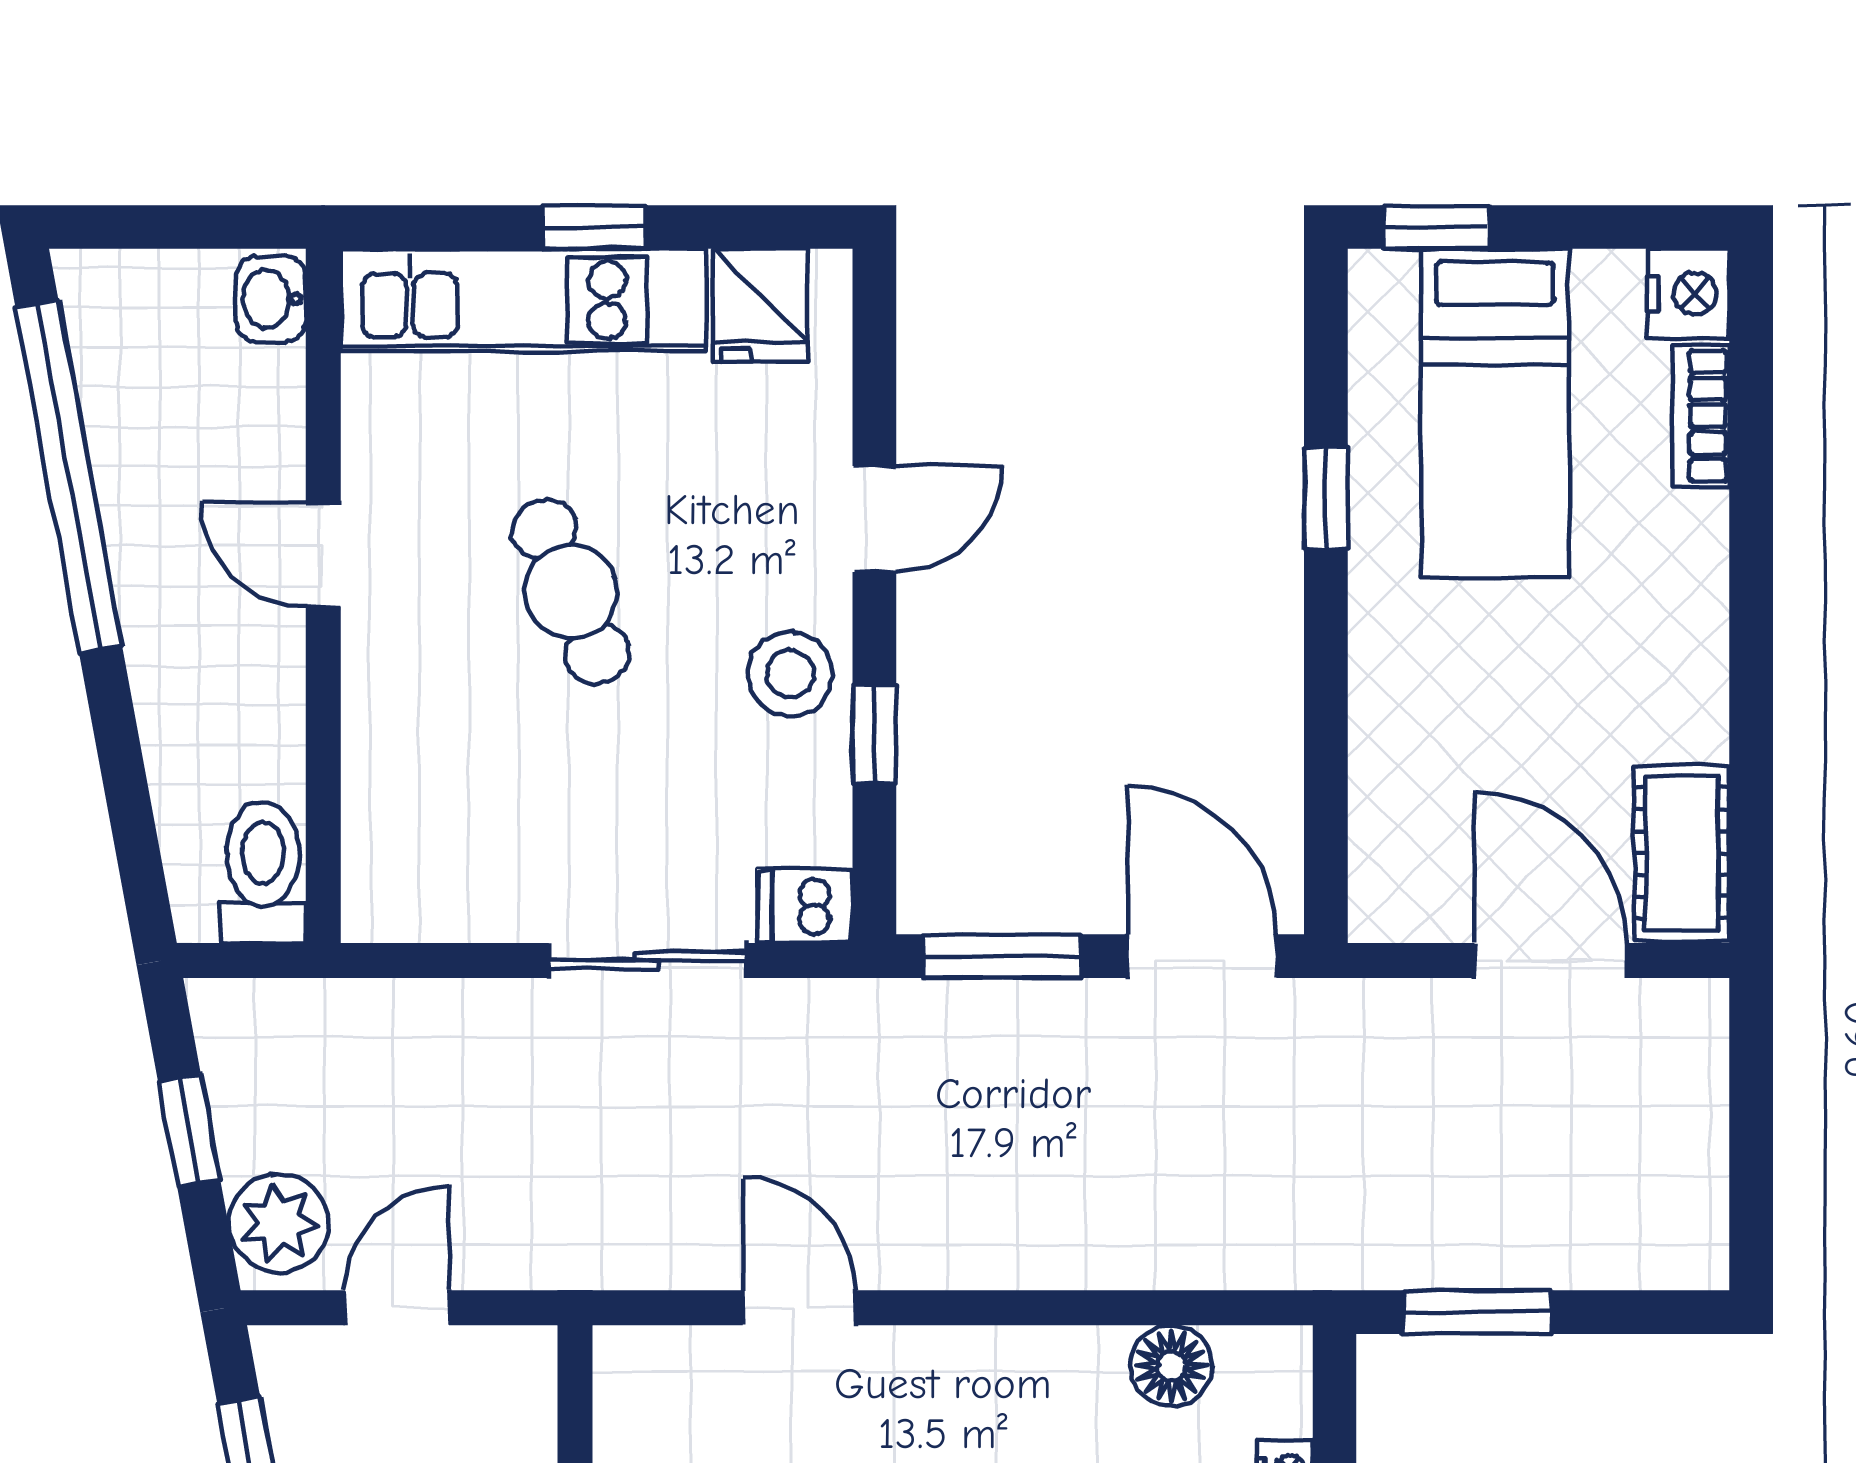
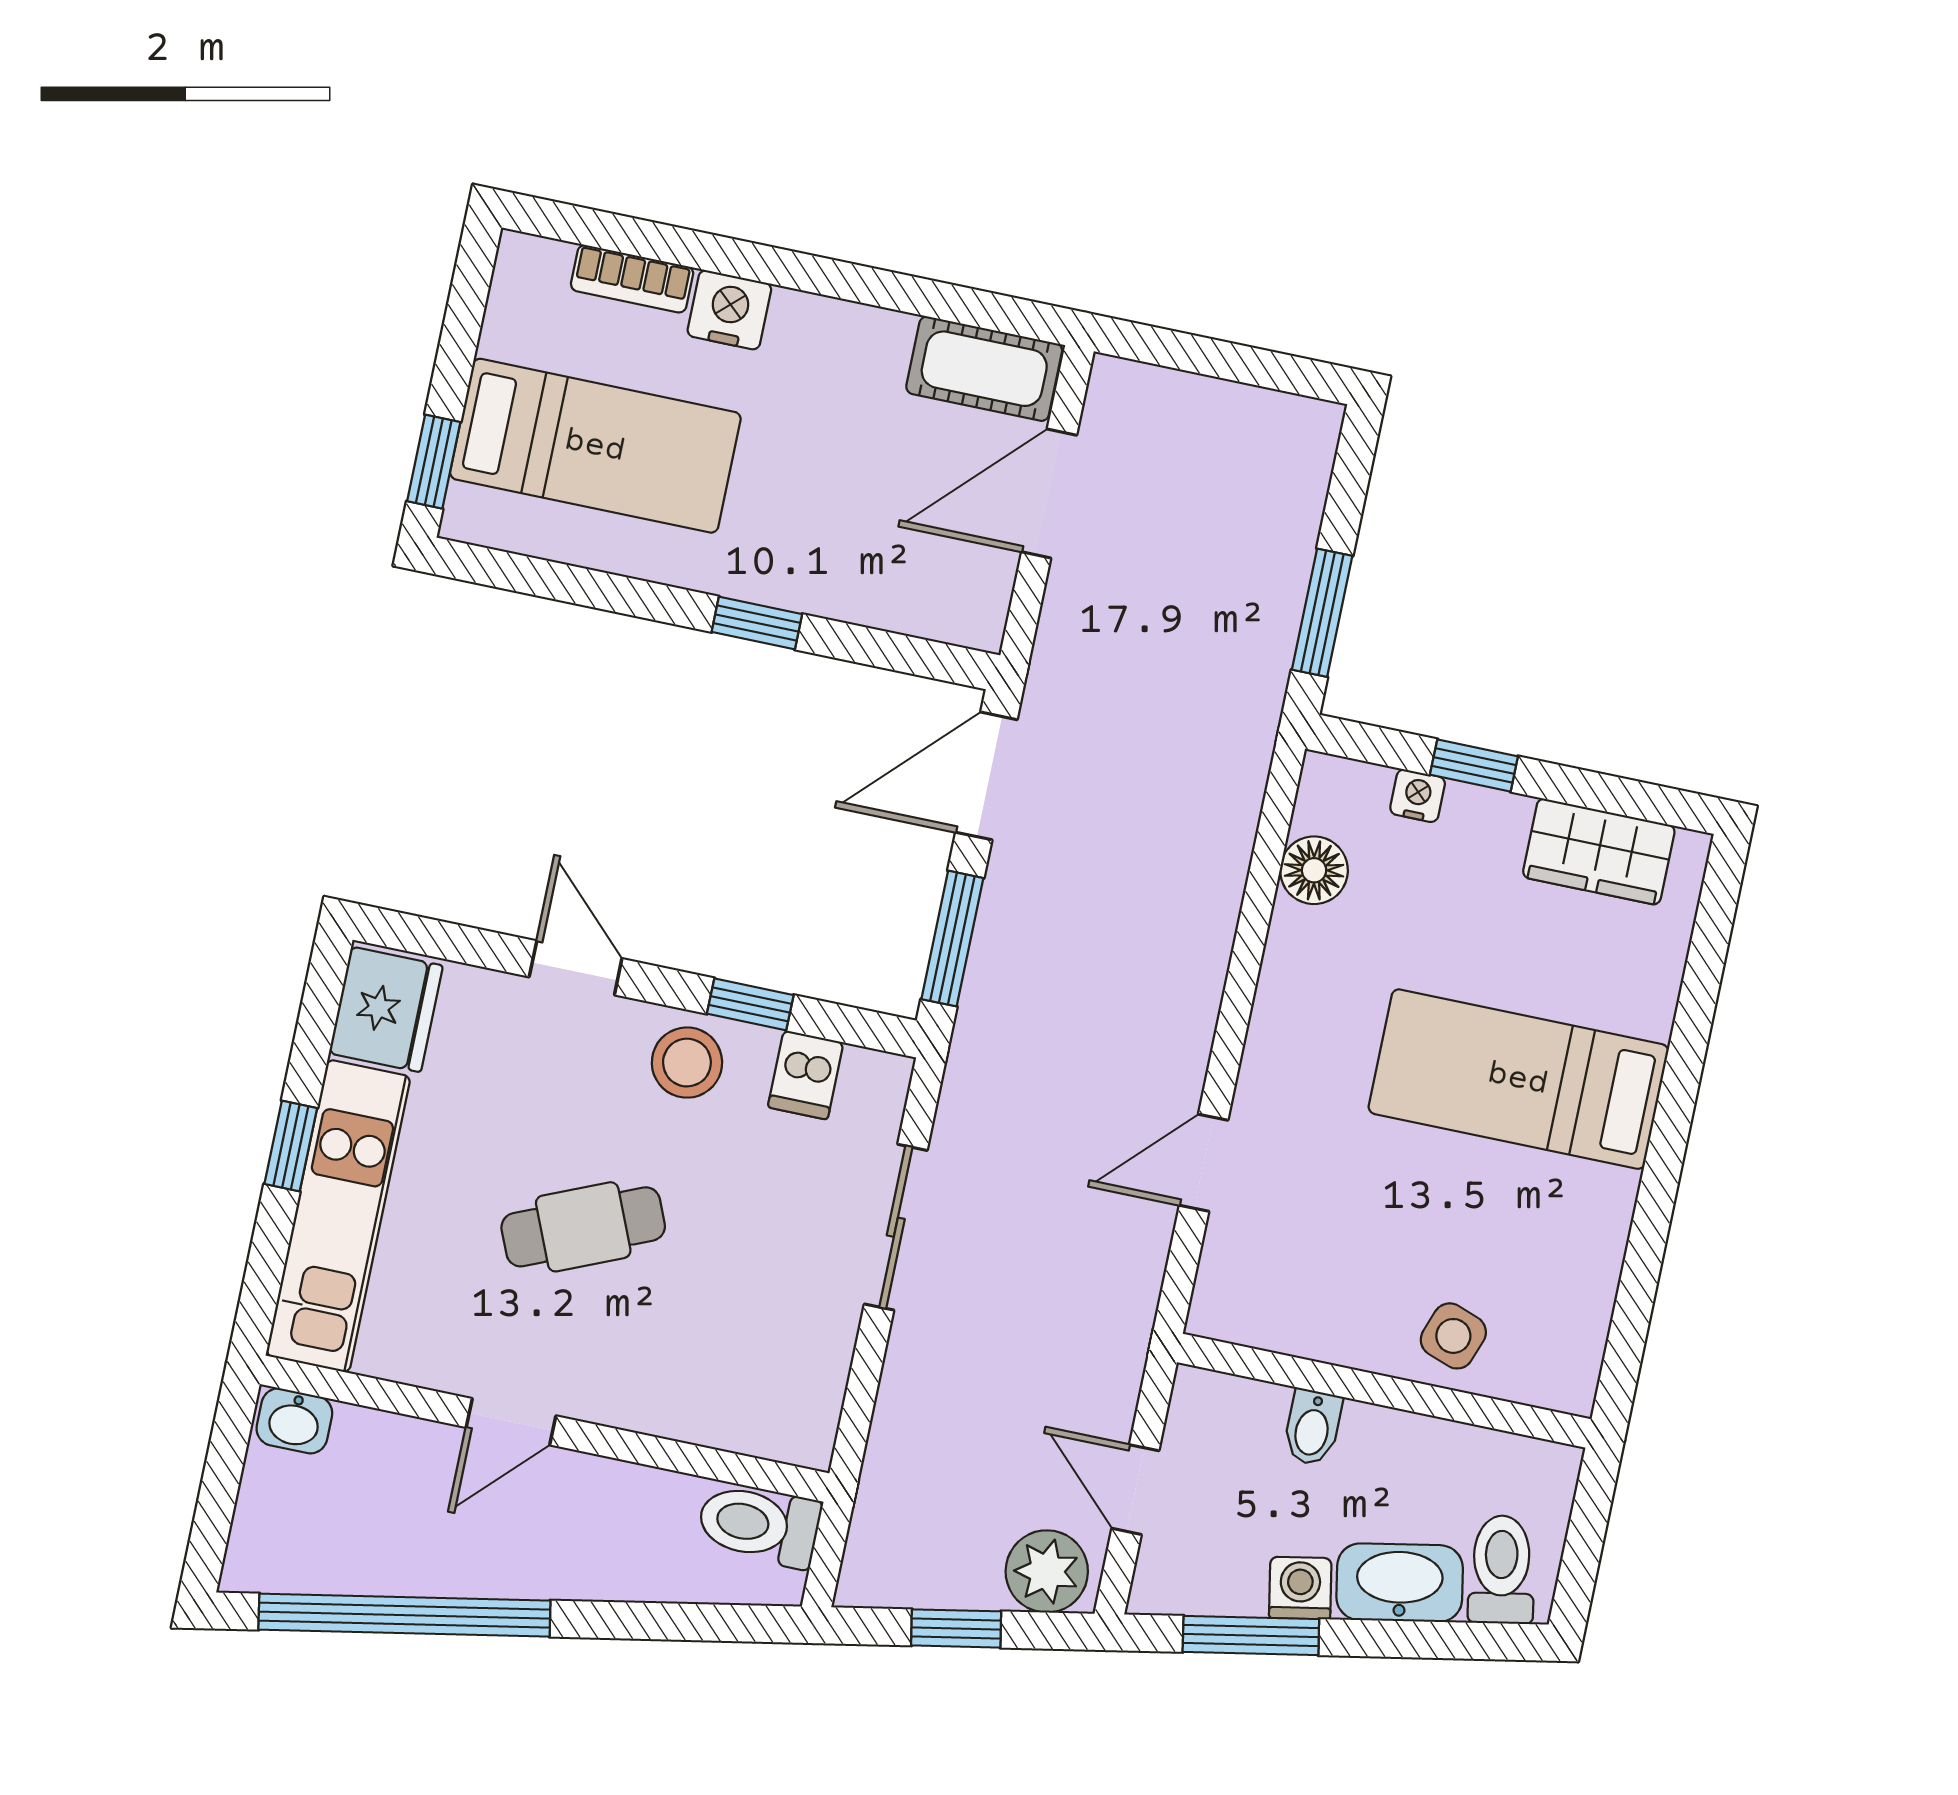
nightstand: (1688, 293) -> (729, 310), moved
fridge: (760, 305) -> (386, 1009), width x1.38
window: (1326, 498) -> (757, 623), moved
dishwasher: (805, 906) -> (806, 1075), moved

